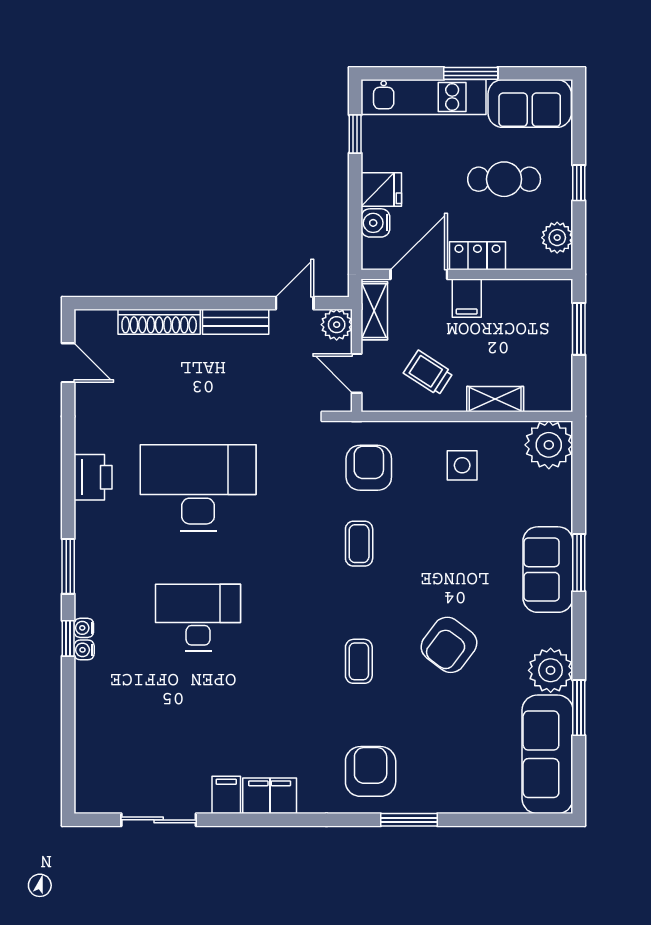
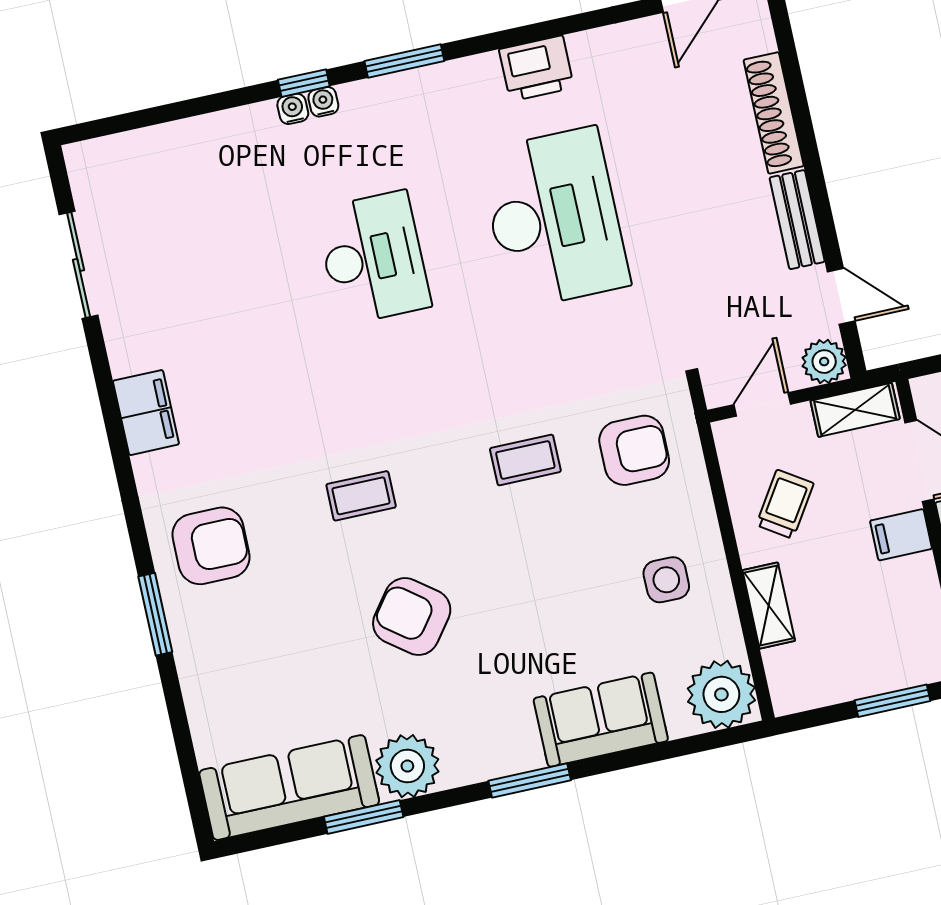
window: (579, 563) -> (530, 780), moved
sofa: (548, 570) -> (601, 720), moved
filing cabinet: (226, 795) -> (134, 352), removed

